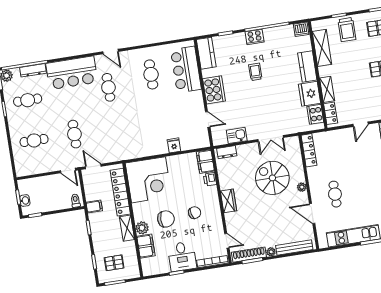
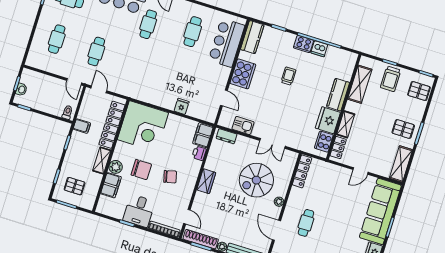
dishwasher: (301, 29) -> (319, 49), moved
cafe table: (34, 140) -> (57, 39), turned 90
spiral stairs: (272, 178) -> (256, 180), turned -90

